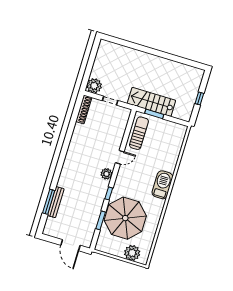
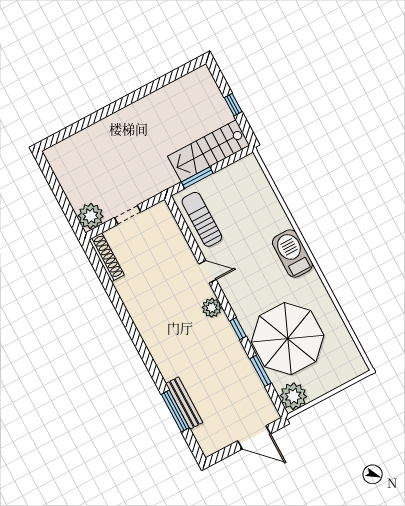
stairs: (151, 102) -> (209, 151), moved
door: (120, 157) -> (208, 272), hinge flipped
plant: (132, 253) -> (293, 396), moved

